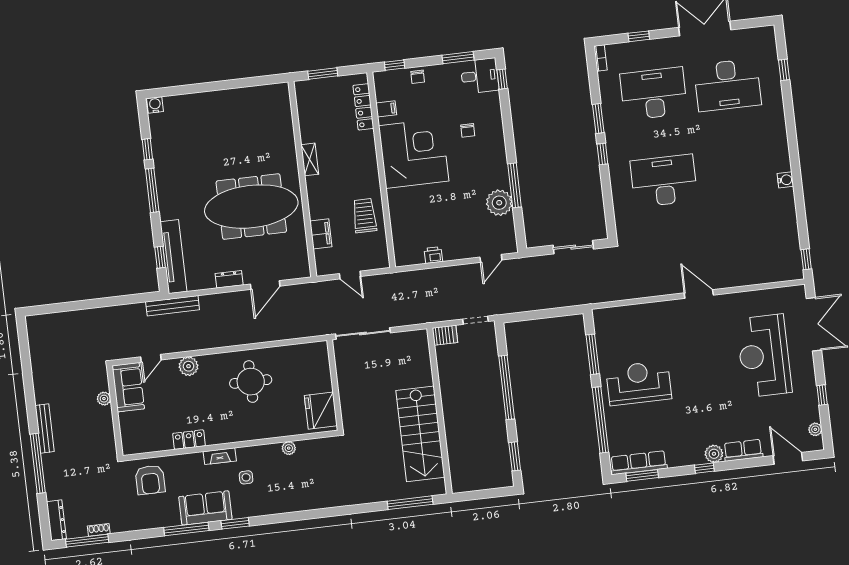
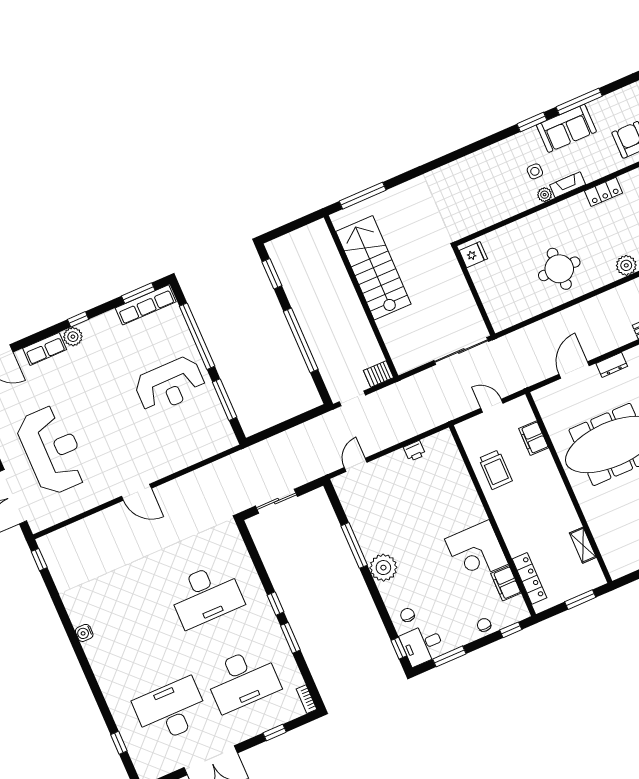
filing cabinet: (386, 109) -> (506, 583), width x2.00
chair: (468, 130) -> (408, 615), moved
corner desk: (414, 153) -> (476, 551), width x0.74, depth x0.74
shelving: (310, 159) -> (583, 545), moved
plant: (499, 203) -> (383, 568), moved
fridge: (321, 411) -> (473, 255), width x0.53, depth x0.75
plant: (289, 448) -> (545, 195), moved

